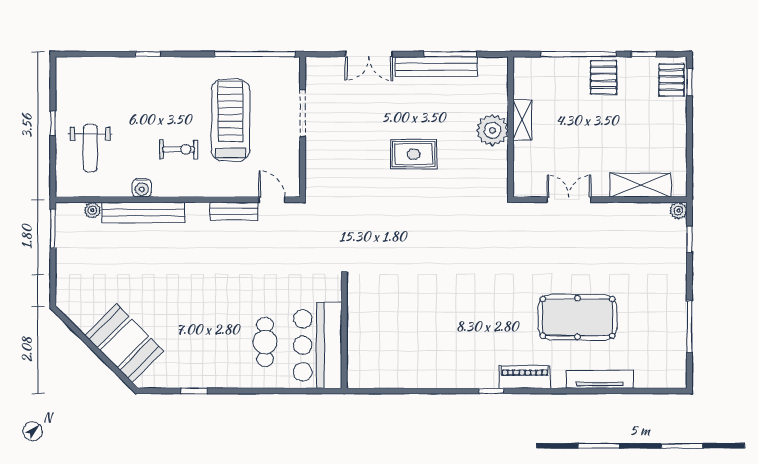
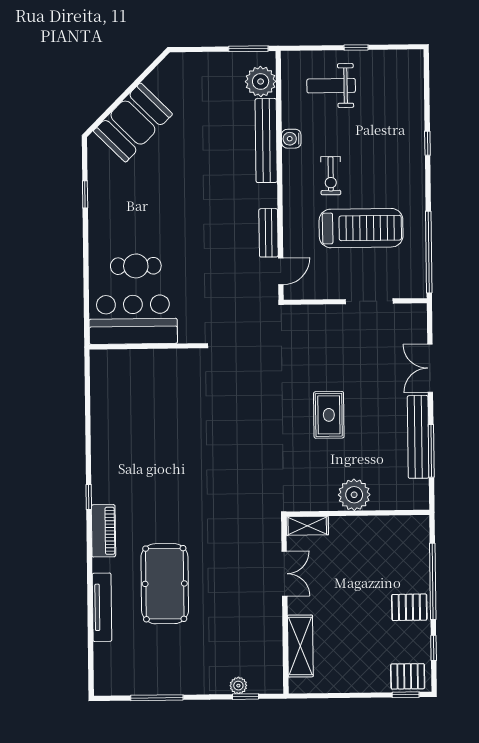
shelving: (522, 120) -> (307, 526), moved
plant: (92, 210) -> (261, 81), width x1.88, depth x1.88
plant: (678, 211) -> (238, 686), moved

